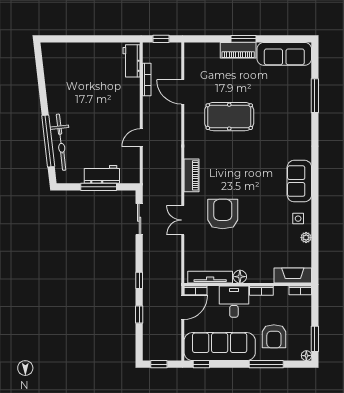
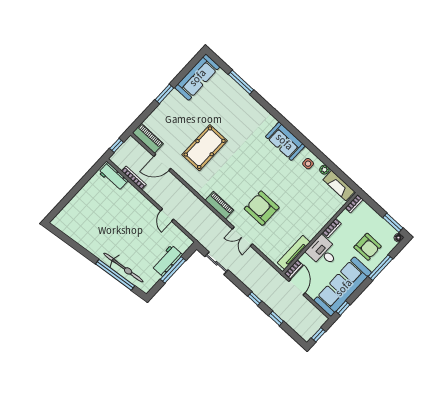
piano: (238, 50) -> (148, 138), moved, turned -90
fireplace: (293, 275) -> (339, 186), moved, turned -90
floor lamp: (240, 277) -> (311, 234), removed

